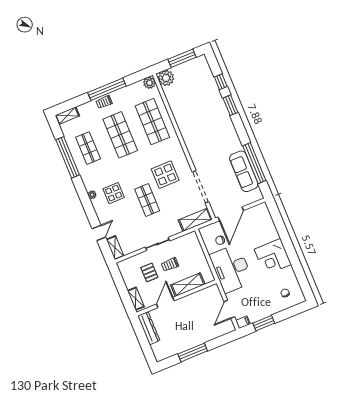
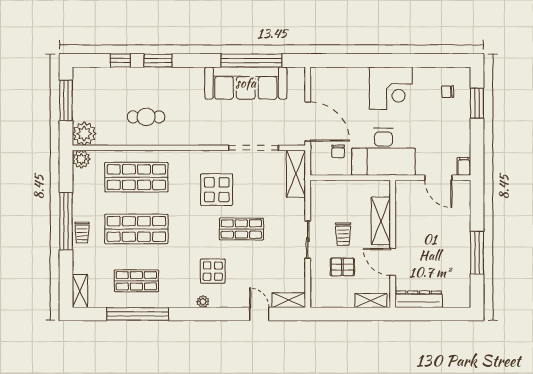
cafe table: (192, 112) -> (146, 117), added
sofa: (244, 171) -> (246, 83), width x1.36, depth x1.27
window: (264, 323) -> (477, 103), moved

